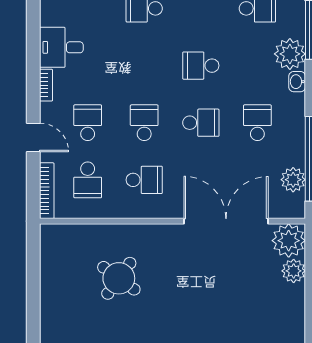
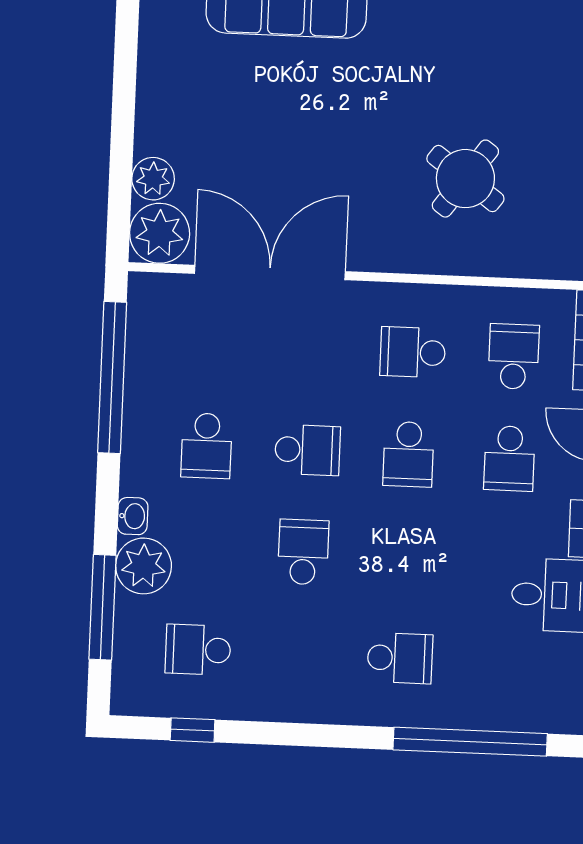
school desk: (201, 66) -> (303, 552), turned -90
school desk: (201, 123) -> (307, 450), turned 180
plant: (293, 180) -> (147, 341), removed
double door: (226, 221) -> (270, 272), swing flipped

